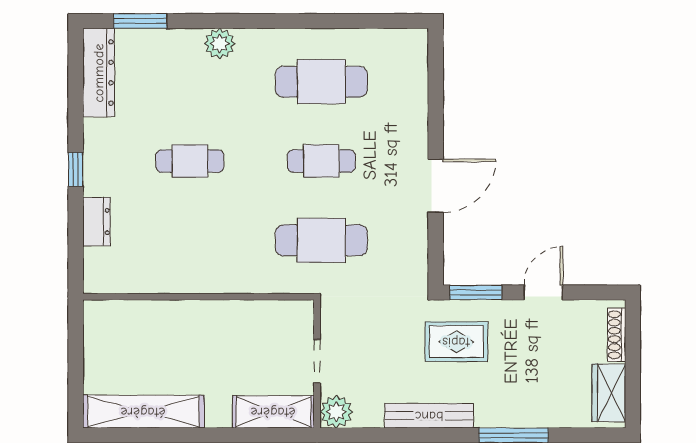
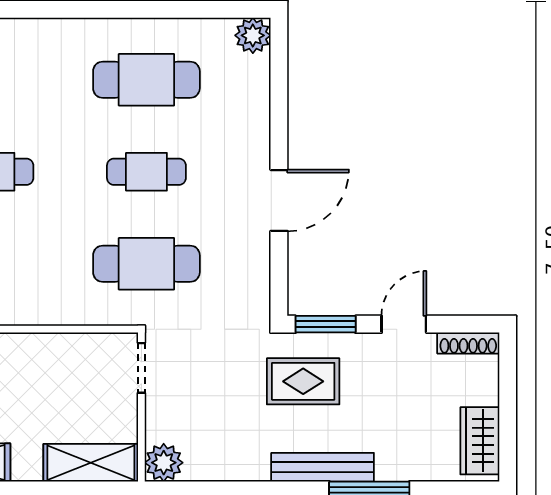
plant: (220, 44) -> (253, 35), moved
shoe rack: (616, 335) -> (468, 343), moved, turned -90
doorway: (317, 361) -> (141, 368), moved
bench: (429, 416) -> (323, 467), moved

